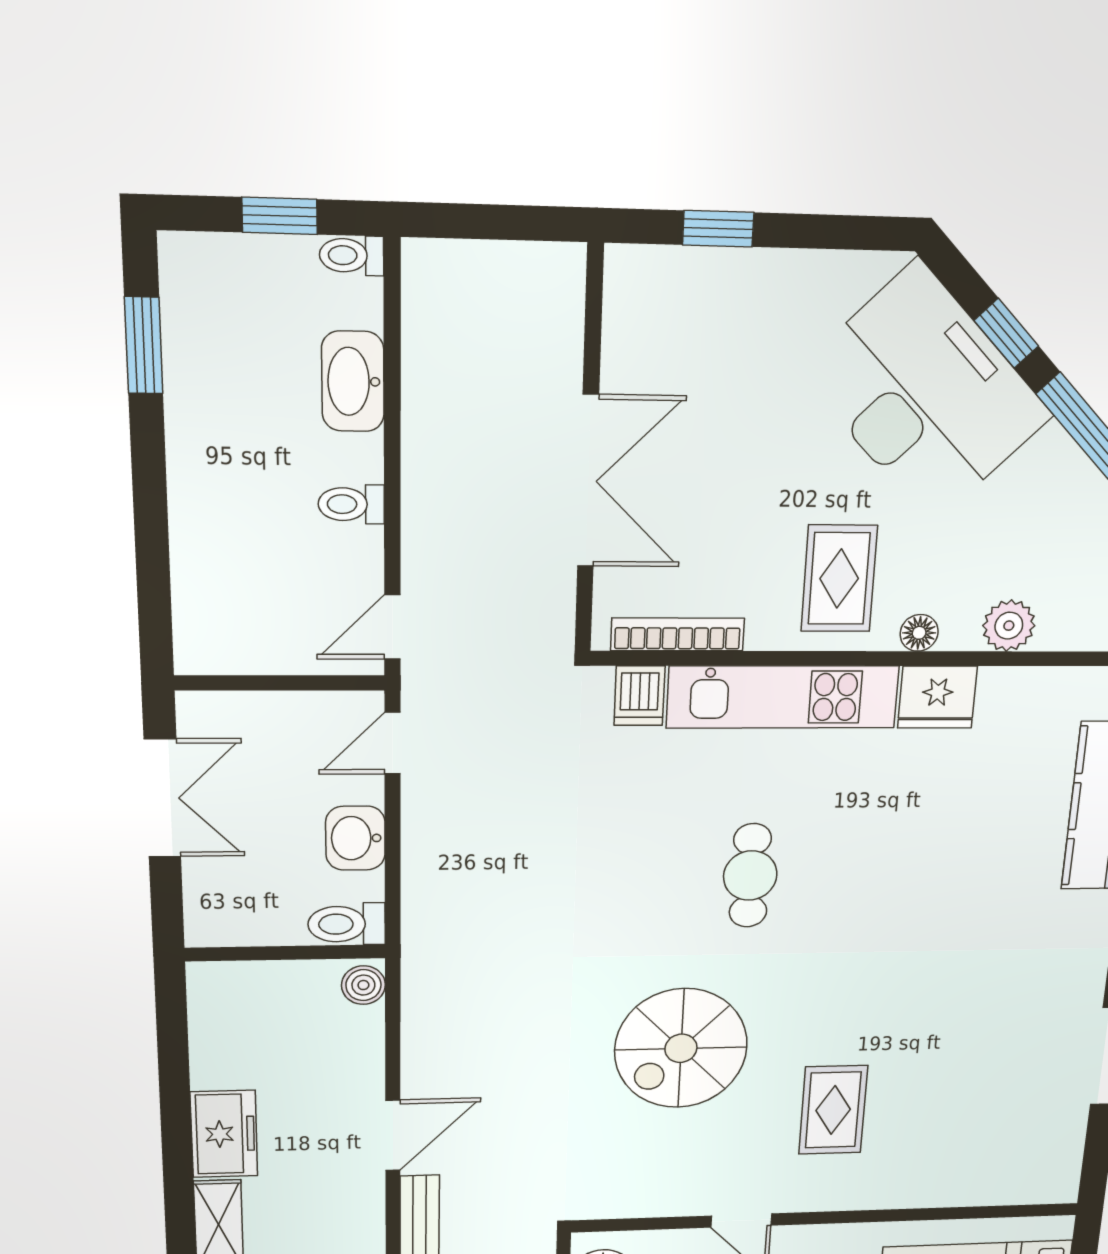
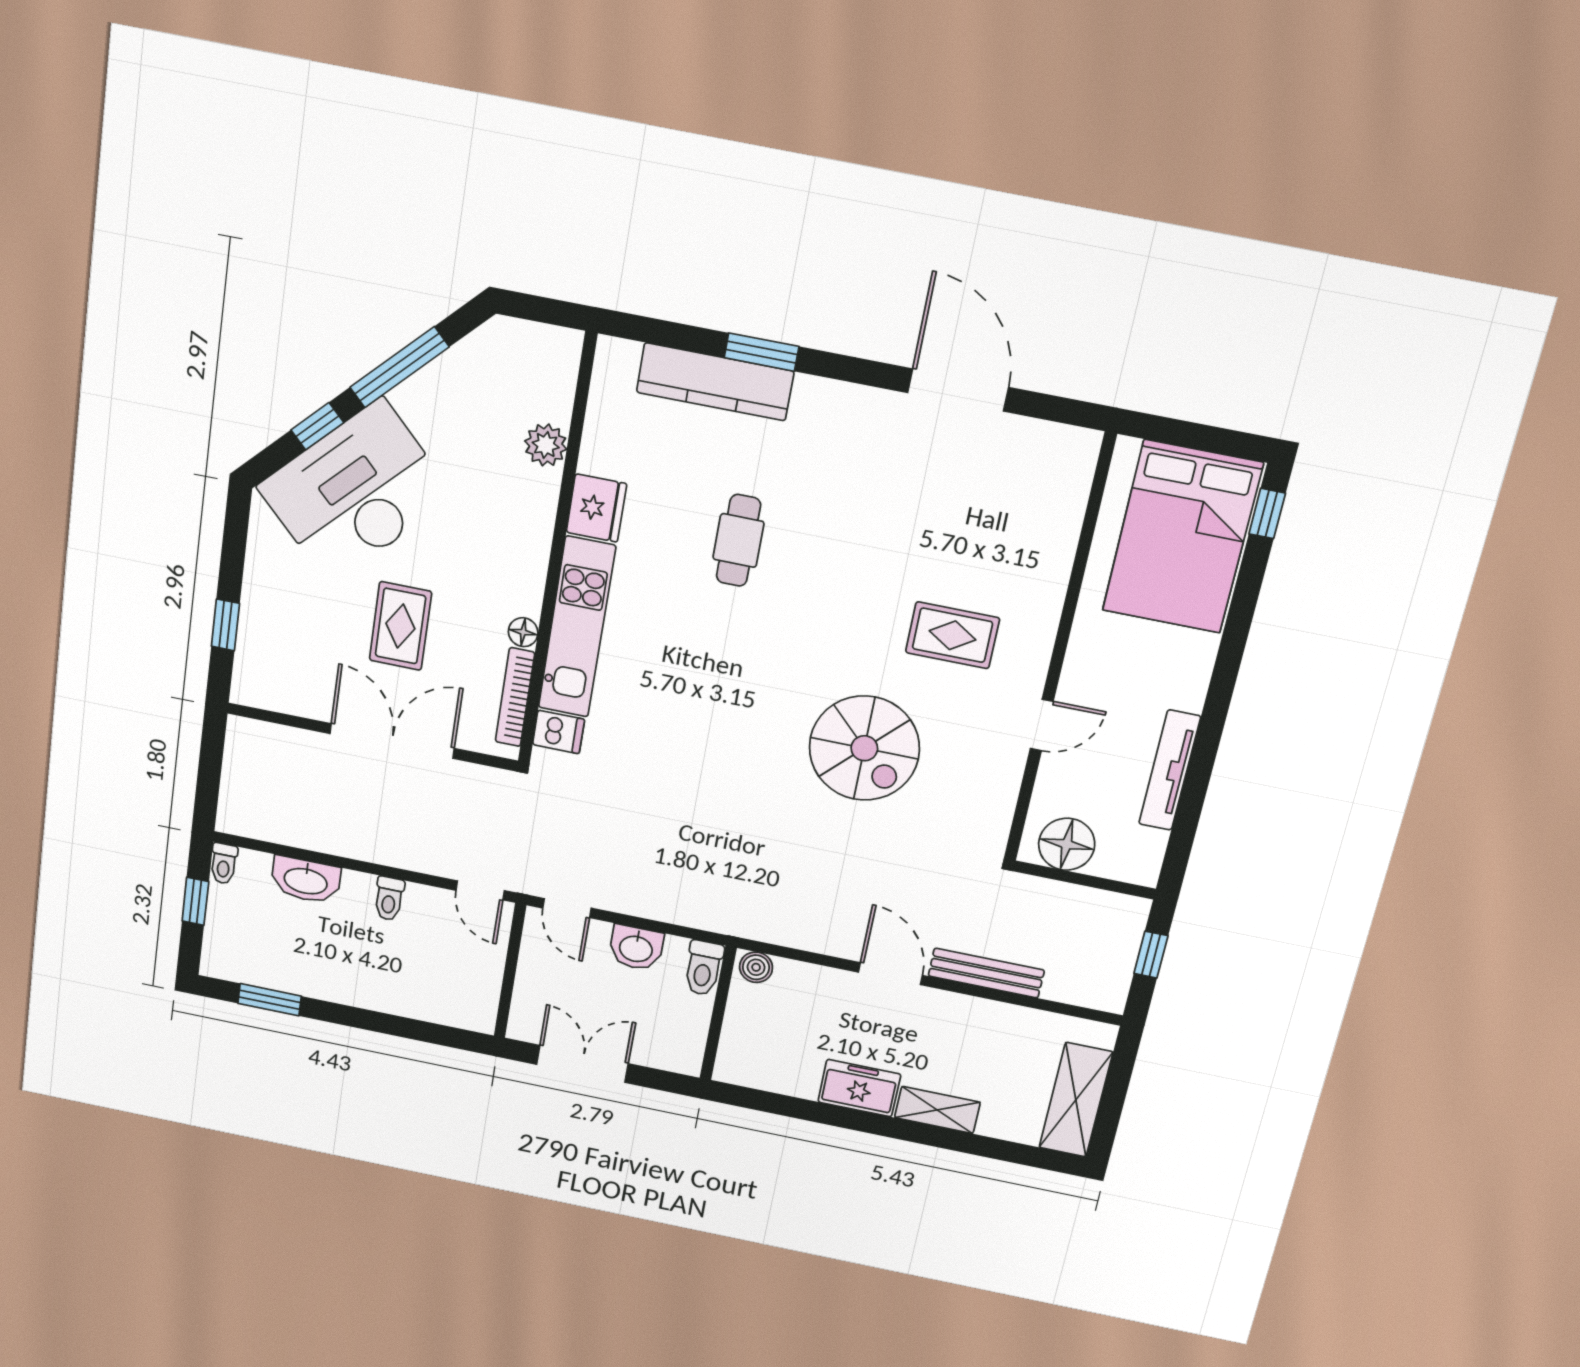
rug: (839, 579) -> (400, 626), moved, turned 90
floor lamp: (919, 633) -> (523, 632), moved
cafe table: (750, 876) -> (738, 540), moved, turned 90

